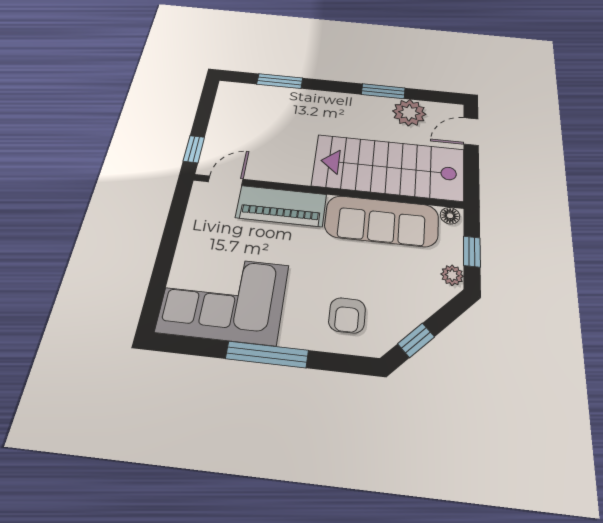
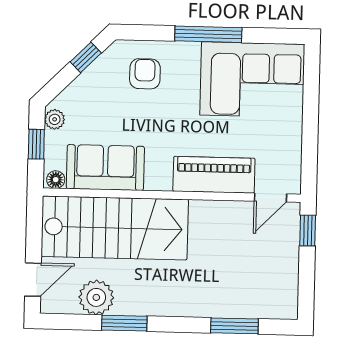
sofa: (382, 221) -> (105, 168), width x0.73

